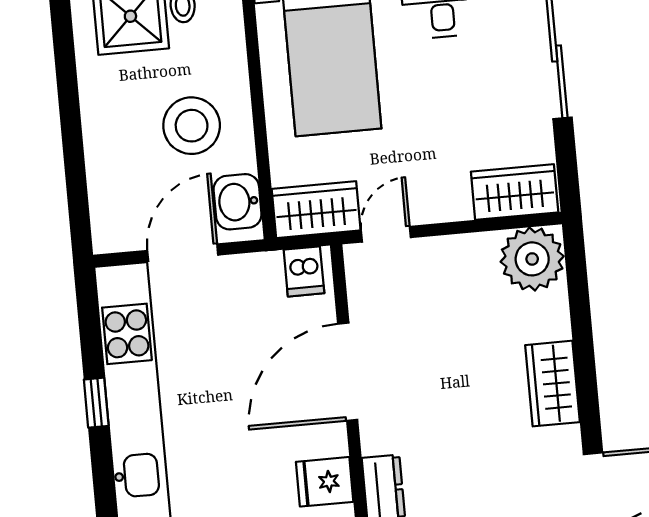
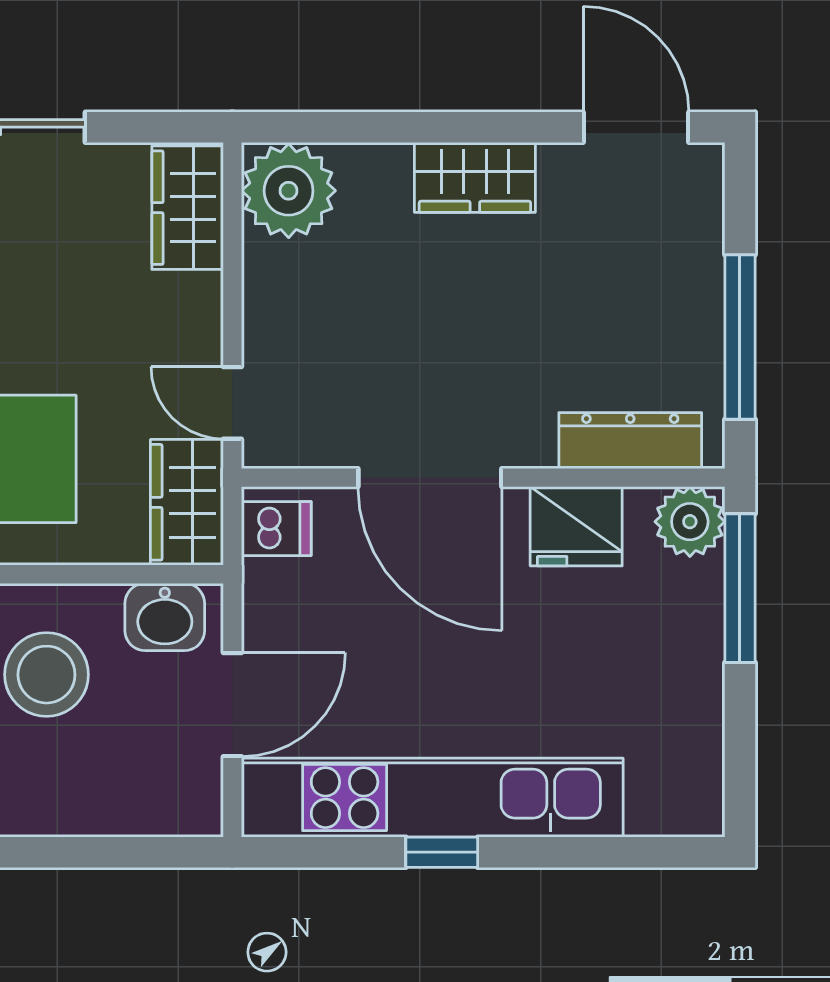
door: (183, 253) -> (232, 705), swing flipped
fridge: (325, 482) -> (576, 526), width x1.38

